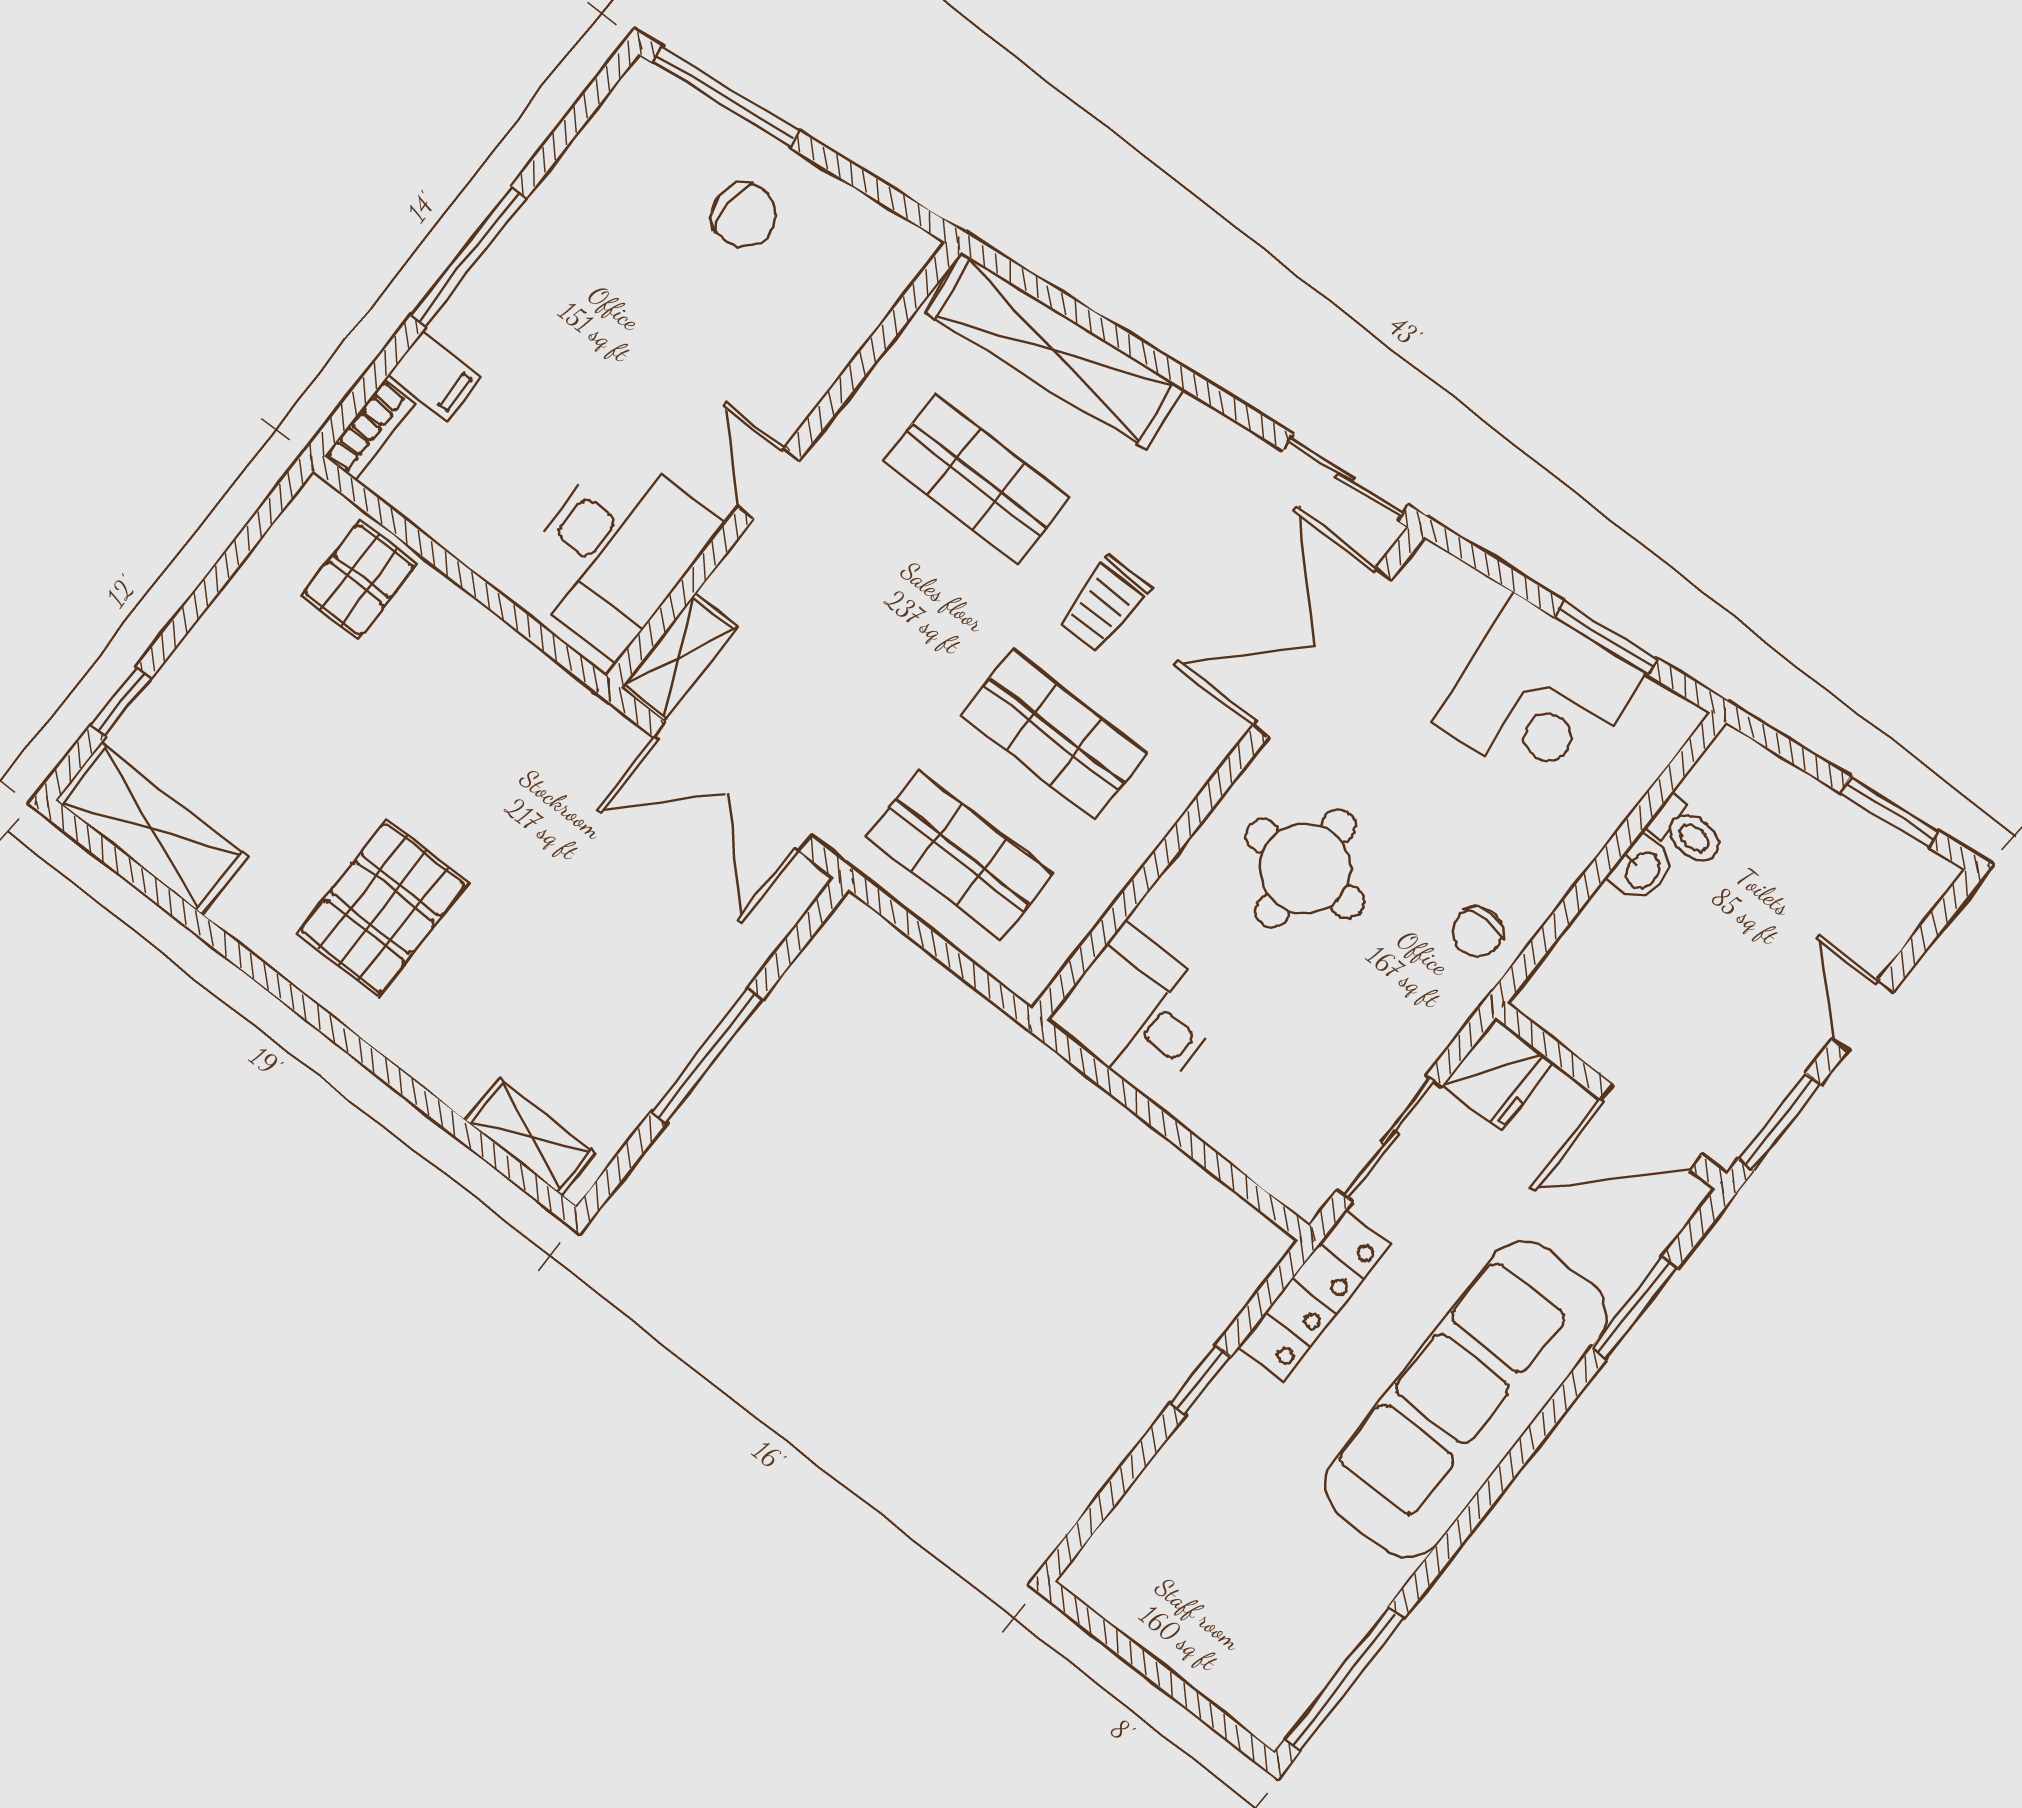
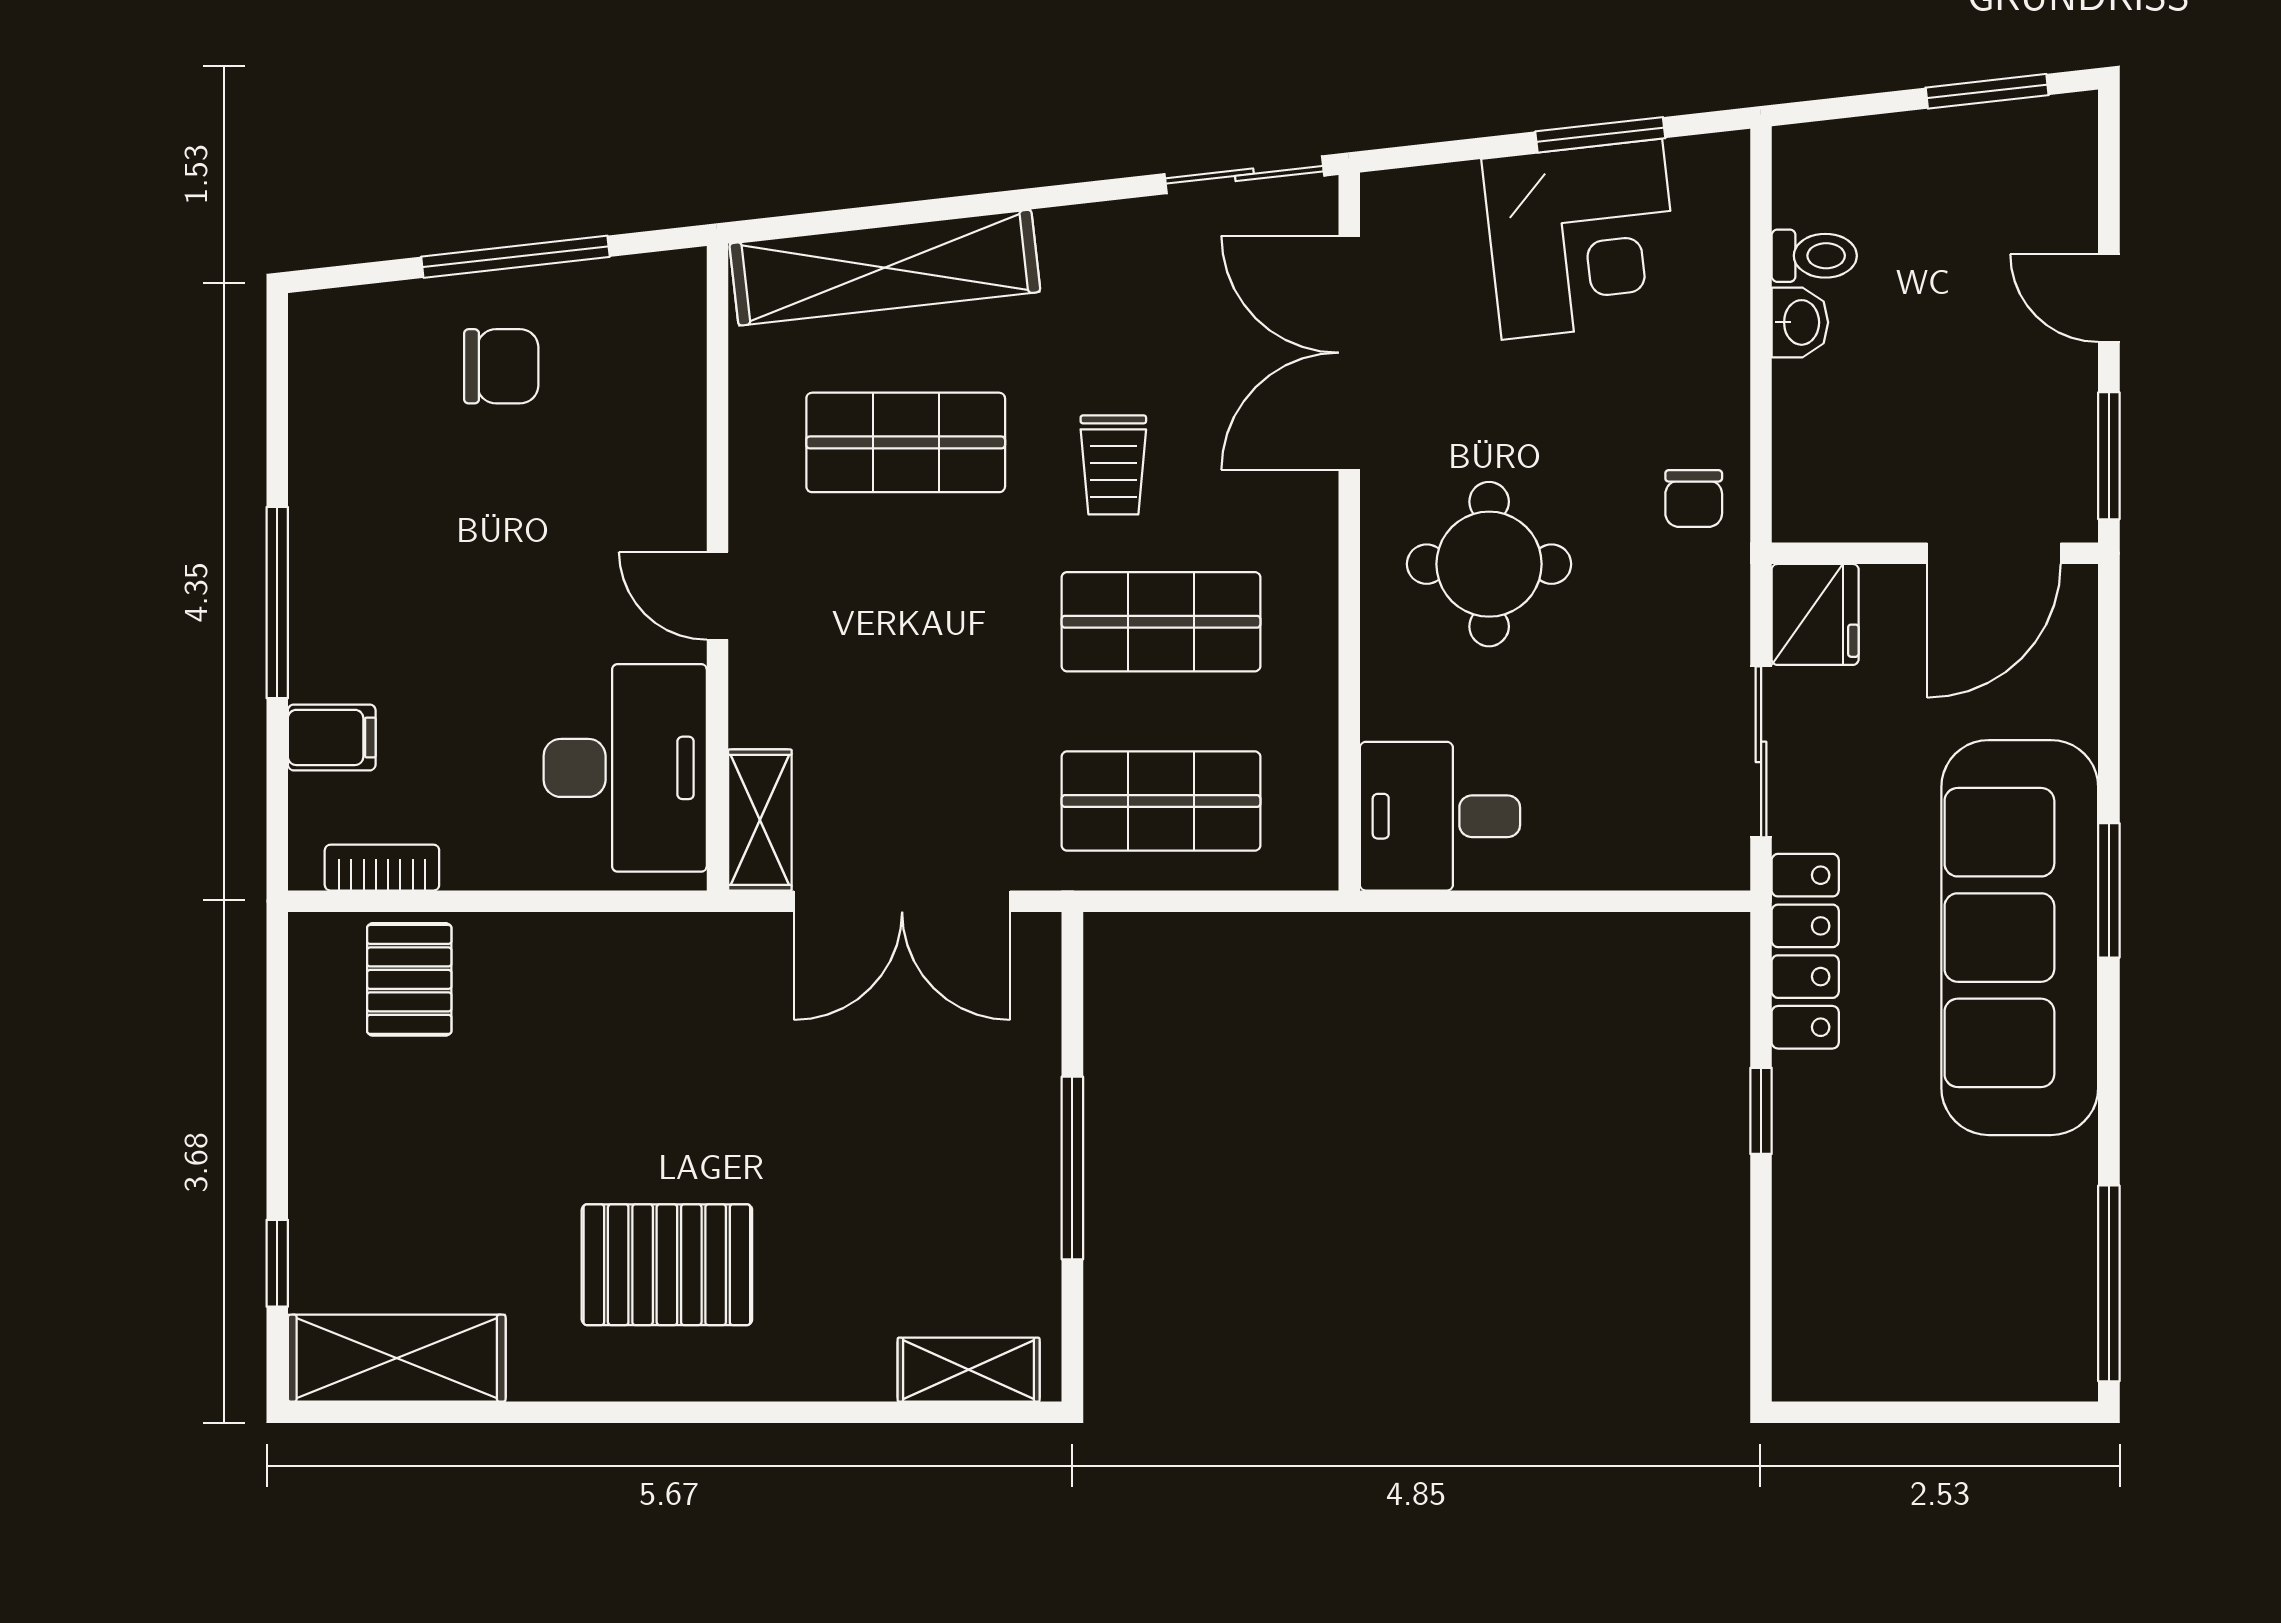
window: (726, 97) -> (515, 257), moved
bookcase: (370, 430) -> (382, 868), moved, turned -90
pallet: (383, 908) -> (667, 1265), turned 90
window: (1634, 1308) -> (2109, 890), moved

